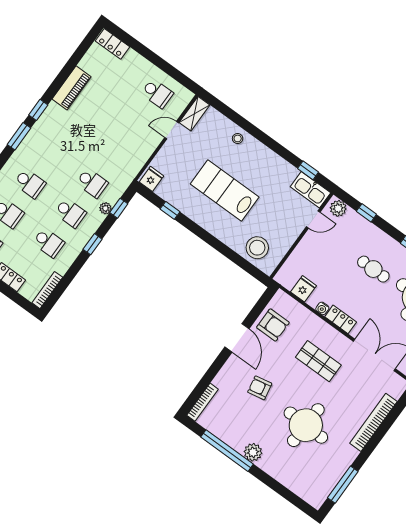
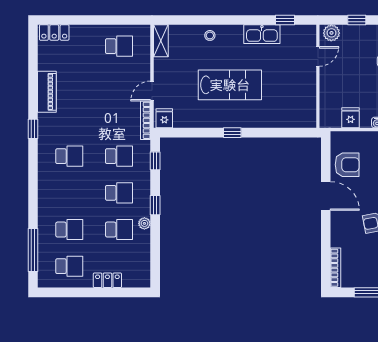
door: (172, 130) -> (152, 91), moved
window: (19, 136) -> (33, 161), removed
school desk: (30, 183) -> (69, 156), moved
lab bench: (225, 190) -> (230, 85), turned 180
kitchen sink: (310, 190) -> (262, 34), moved
plant: (105, 208) -> (144, 223), moved
window: (170, 210) -> (232, 133), moved
stool: (257, 248) -> (289, 112), removed
bookcase: (47, 290) -> (145, 120), moved

